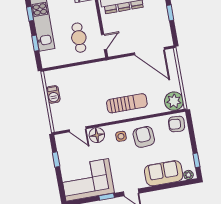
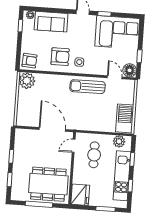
door: (149, 51) -> (52, 129), moved
plant: (55, 59) -> (119, 141), added
barbecue: (53, 94) -> (125, 118), width x1.88, depth x1.53
sun lounger: (127, 103) -> (87, 87), moved
floor lamp: (97, 135) -> (130, 70), moved
armchair: (144, 137) -> (60, 57), turned -86

